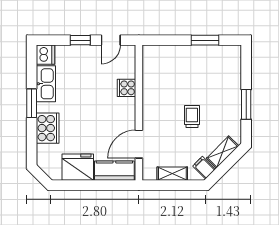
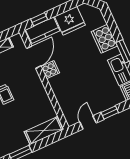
shelving: (166, 54) -> (44, 131), added
cooker: (126, 88) -> (50, 70), moved
window: (113, 185) -> (39, 19), added

